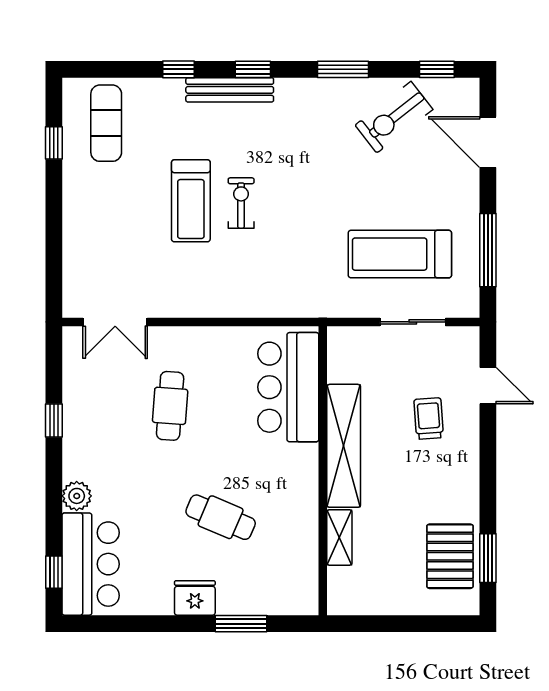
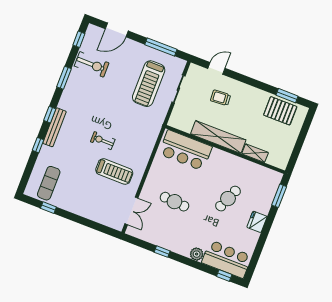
exercise bike: (394, 117) -> (92, 64), turned -52
exercise mat: (106, 123) -> (49, 183), turned 90
treadmill: (191, 201) -> (114, 171), moved
window: (241, 624) -> (279, 196), moved

